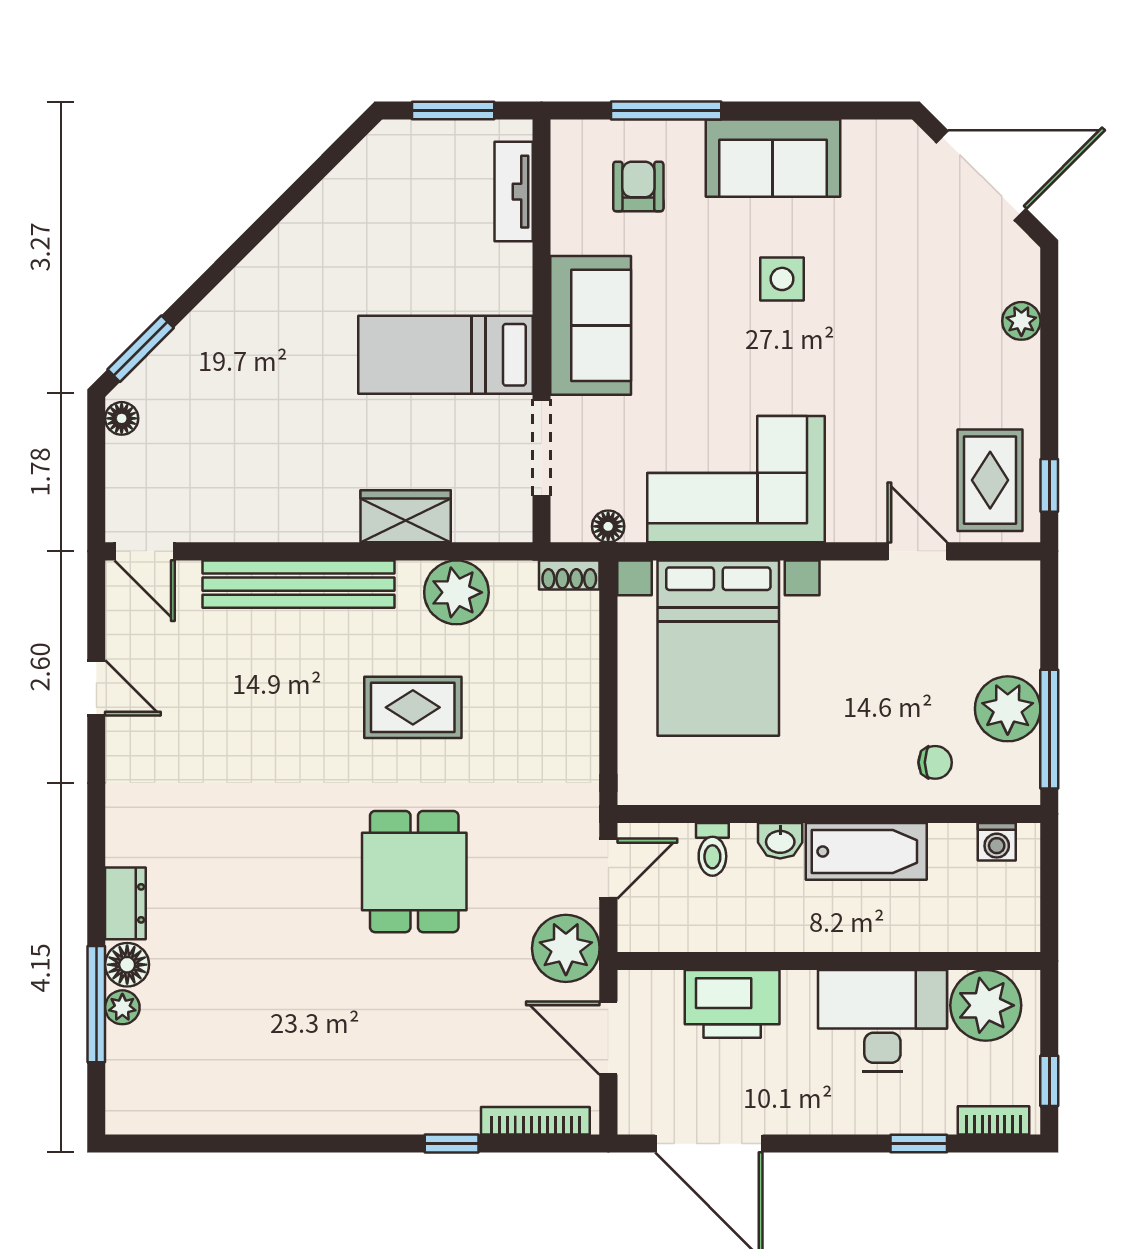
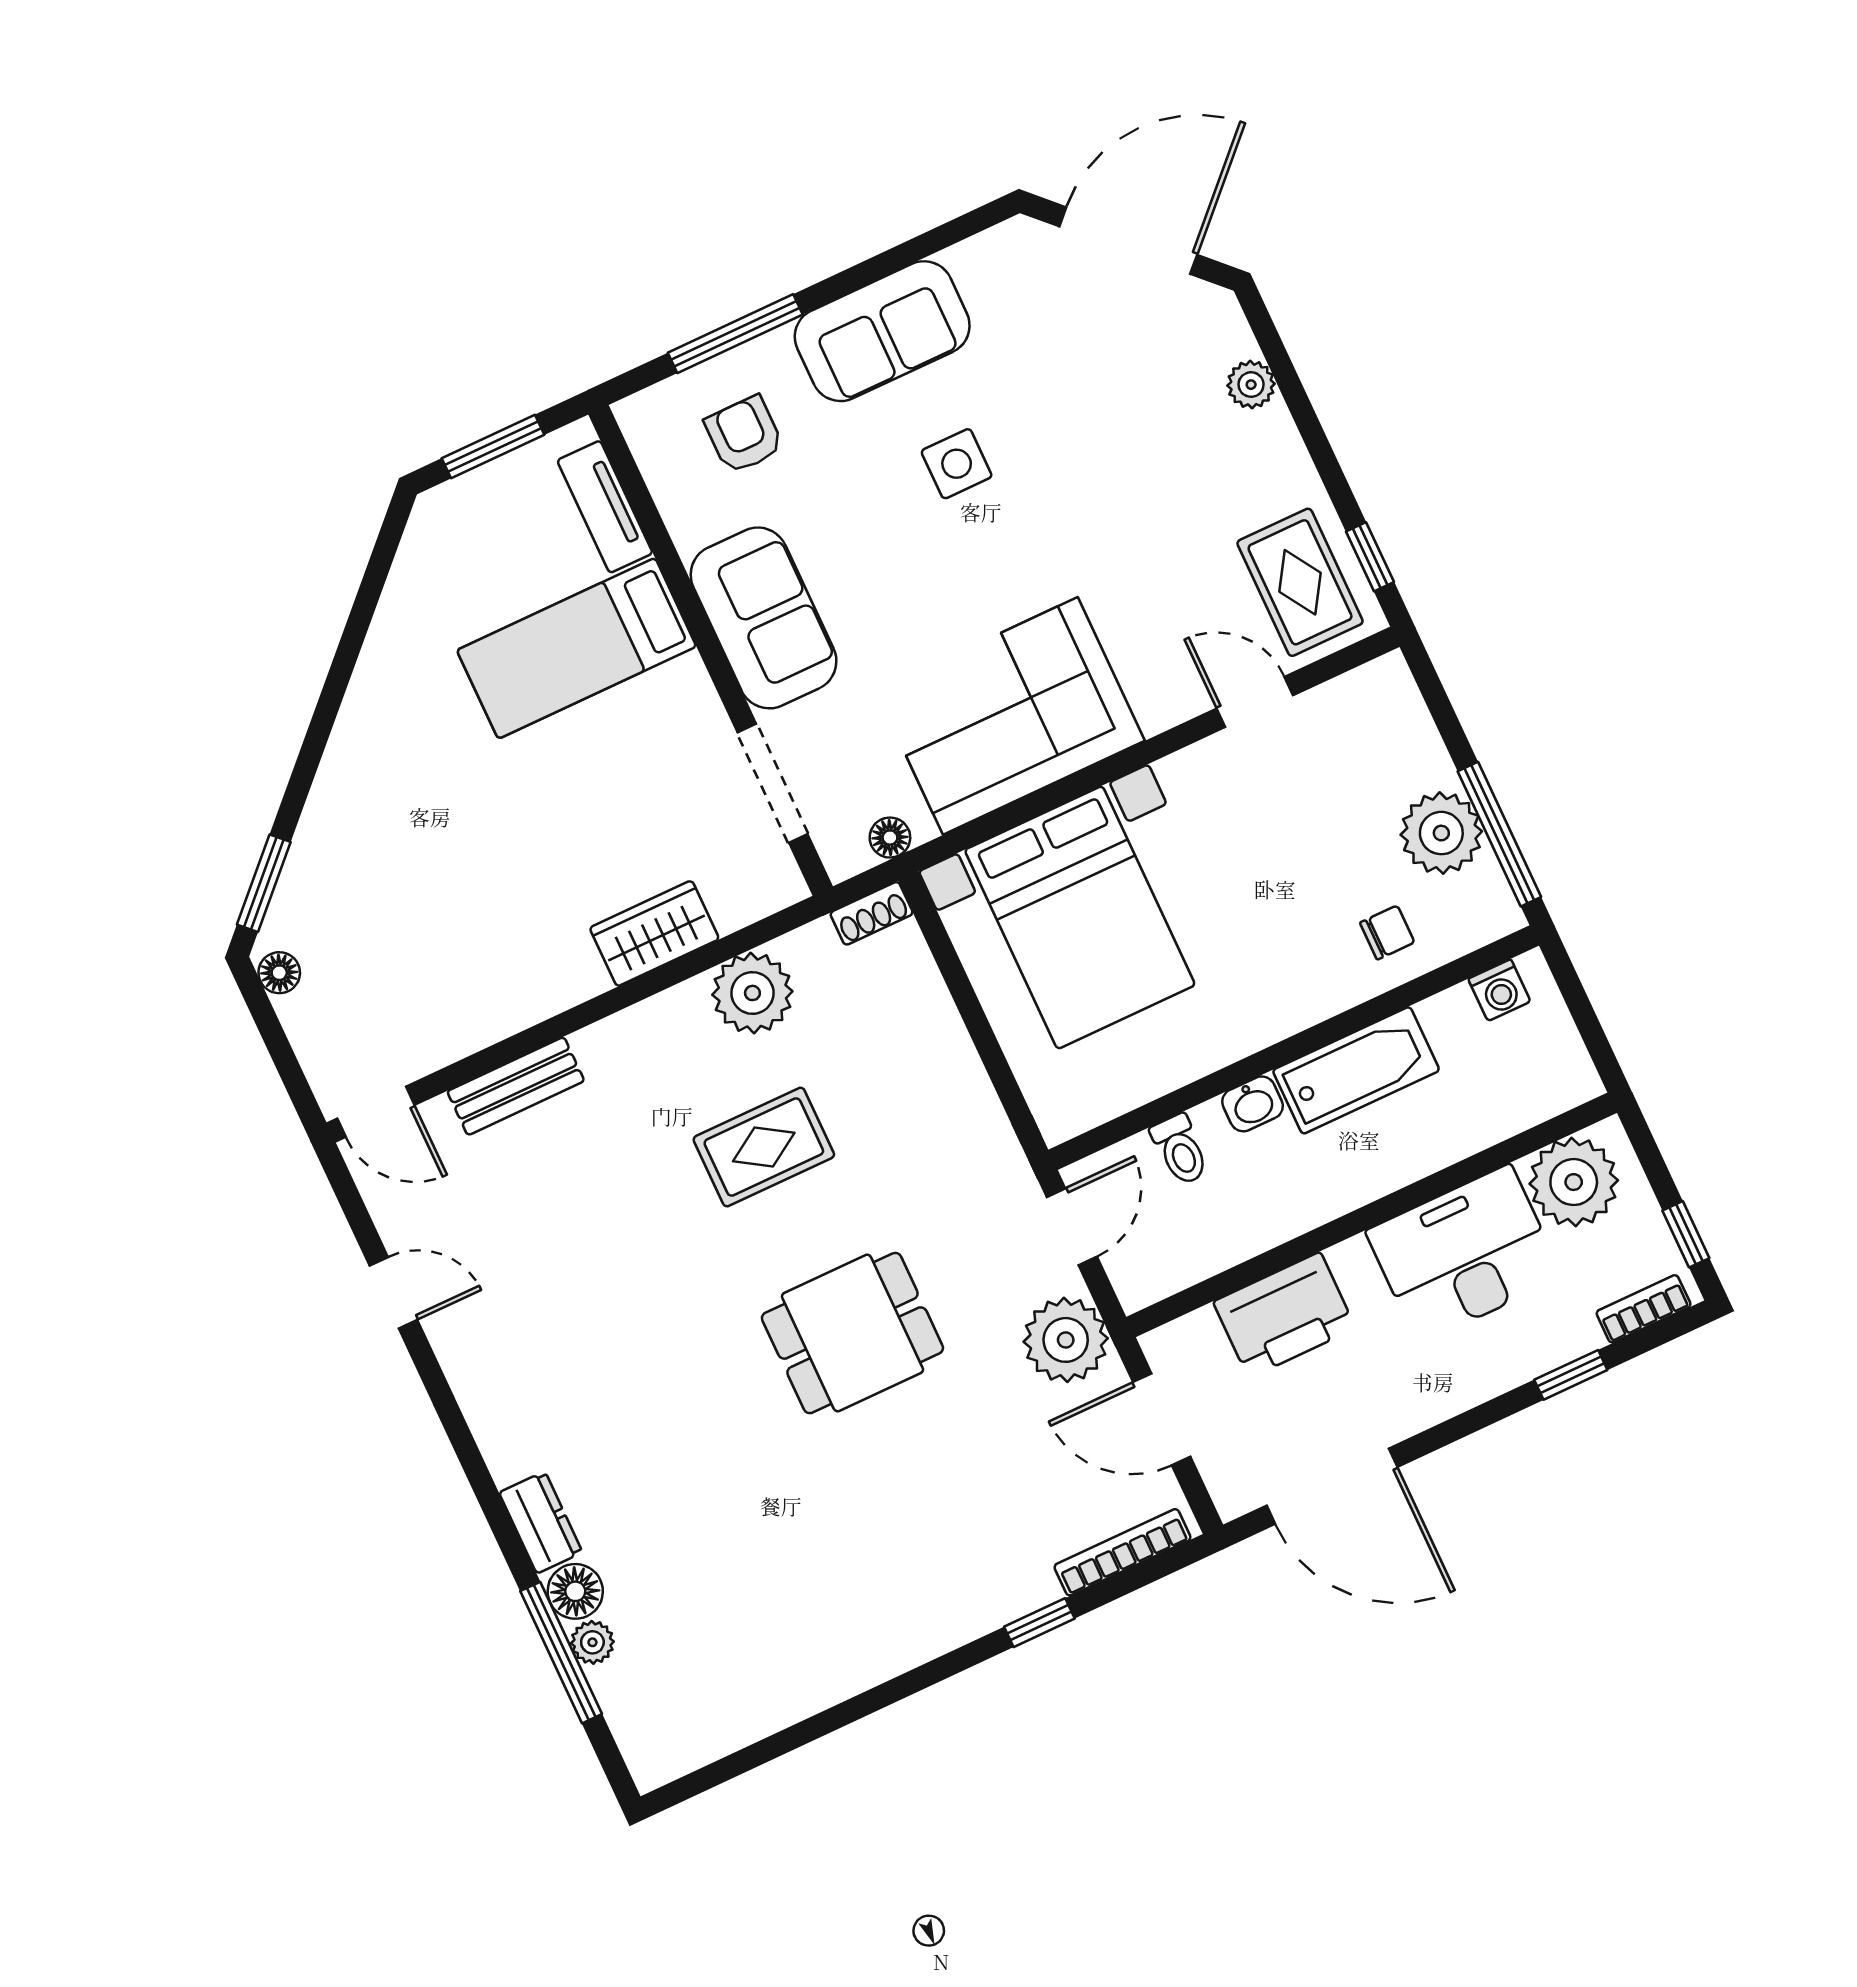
bed: (446, 355) -> (577, 648), moved
bench: (299, 584) -> (516, 1086), width x0.54, depth x0.82
dining table: (414, 872) -> (852, 1333), turned 90

